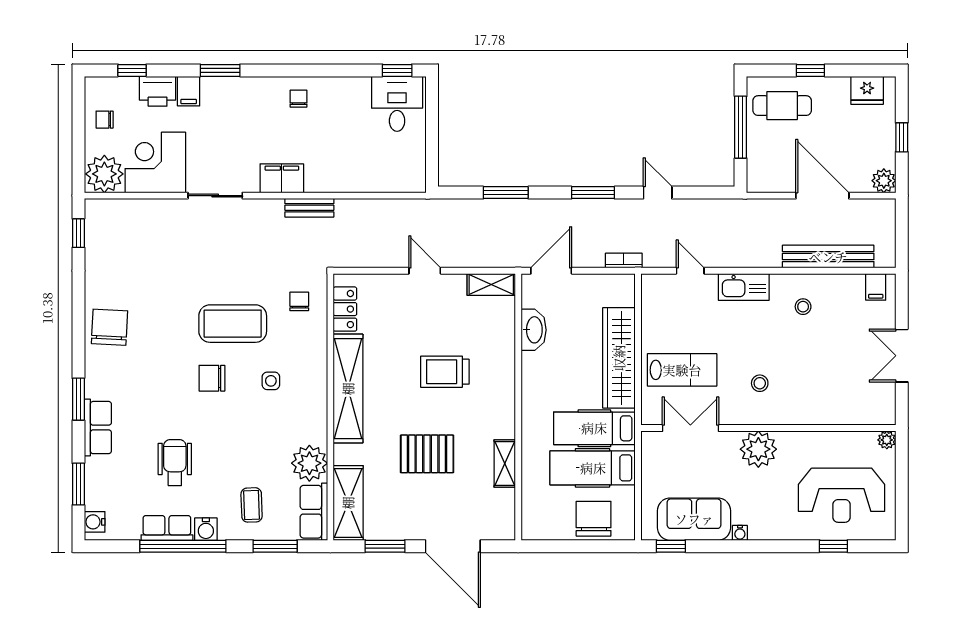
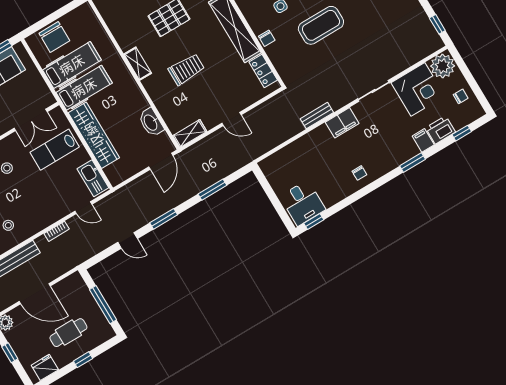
cafe table: (782, 106) -> (68, 333), moved
bookcase: (624, 261) -> (57, 231), moved
kitchen sink: (744, 287) -> (93, 178), moved, turned -90
chair: (299, 301) -> (267, 38), moved
shelving: (505, 463) -> (138, 64), moved

